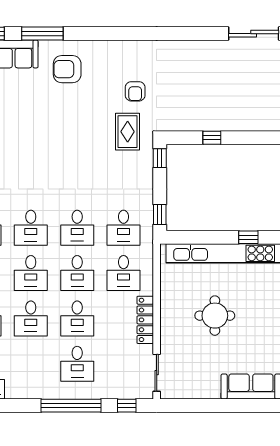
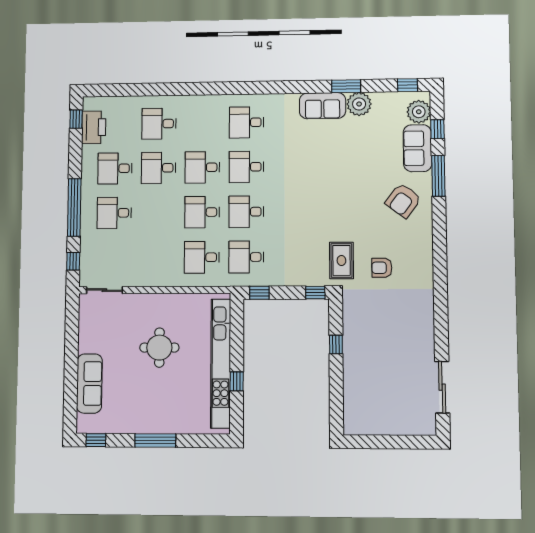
armchair: (67, 69) -> (403, 201), turned -143
rug: (128, 132) -> (341, 260), turned 90
desk: (77, 318) -> (115, 168), moved
locker: (145, 320) -> (156, 279), removed

